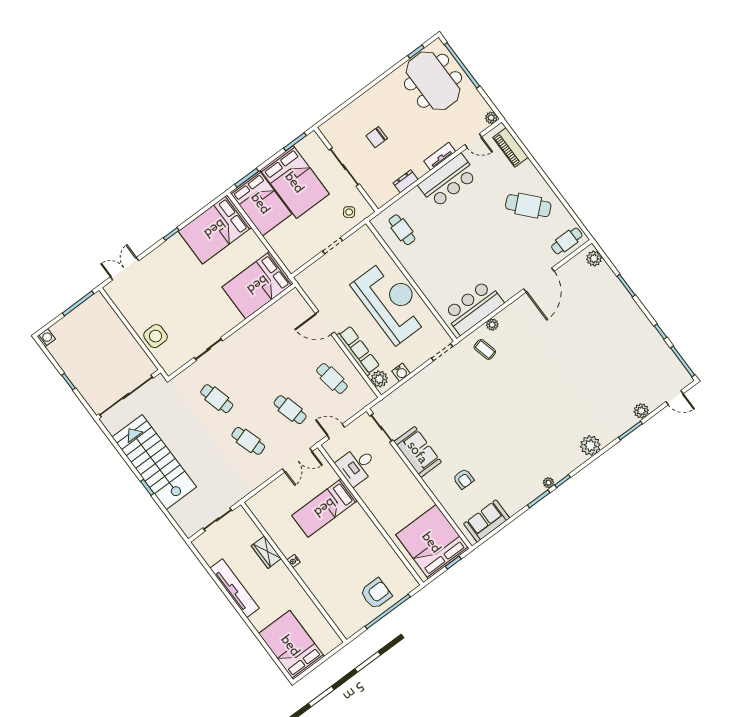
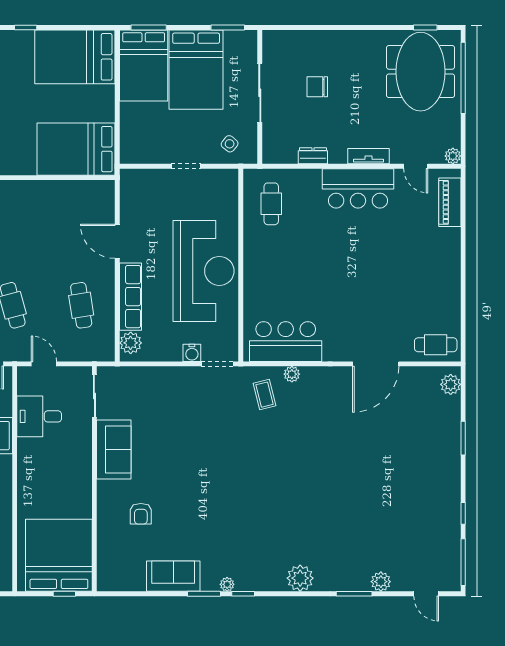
cafe table: (528, 206) -> (423, 277), removed
water cooler: (401, 372) -> (192, 353), moved
sofa: (487, 521) -> (173, 576), moved

